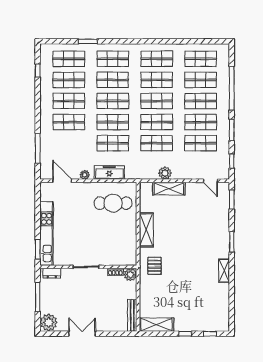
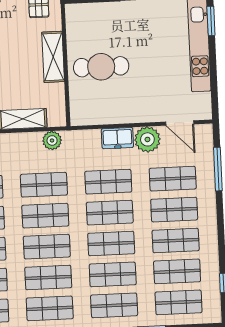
shop shelf: (69, 143) -> (173, 179), added
freezer: (109, 173) -> (117, 138), width x0.71
plant: (165, 173) -> (52, 140), moved
plant: (85, 175) -> (147, 139), width x1.87, depth x1.87
cafe table: (113, 203) -> (101, 67), moved

